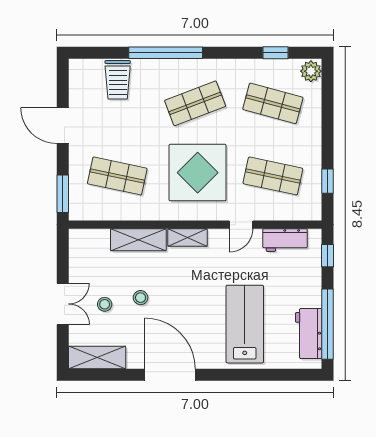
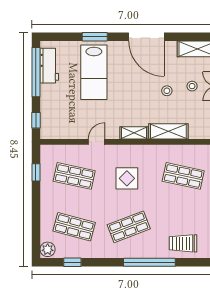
trolley: (118, 80) -> (183, 243), turned -90
display table: (198, 173) -> (127, 178), width x0.54, depth x0.54
workbench: (285, 240) -> (66, 131), removed
window: (244, 375) -> (95, 37), added

